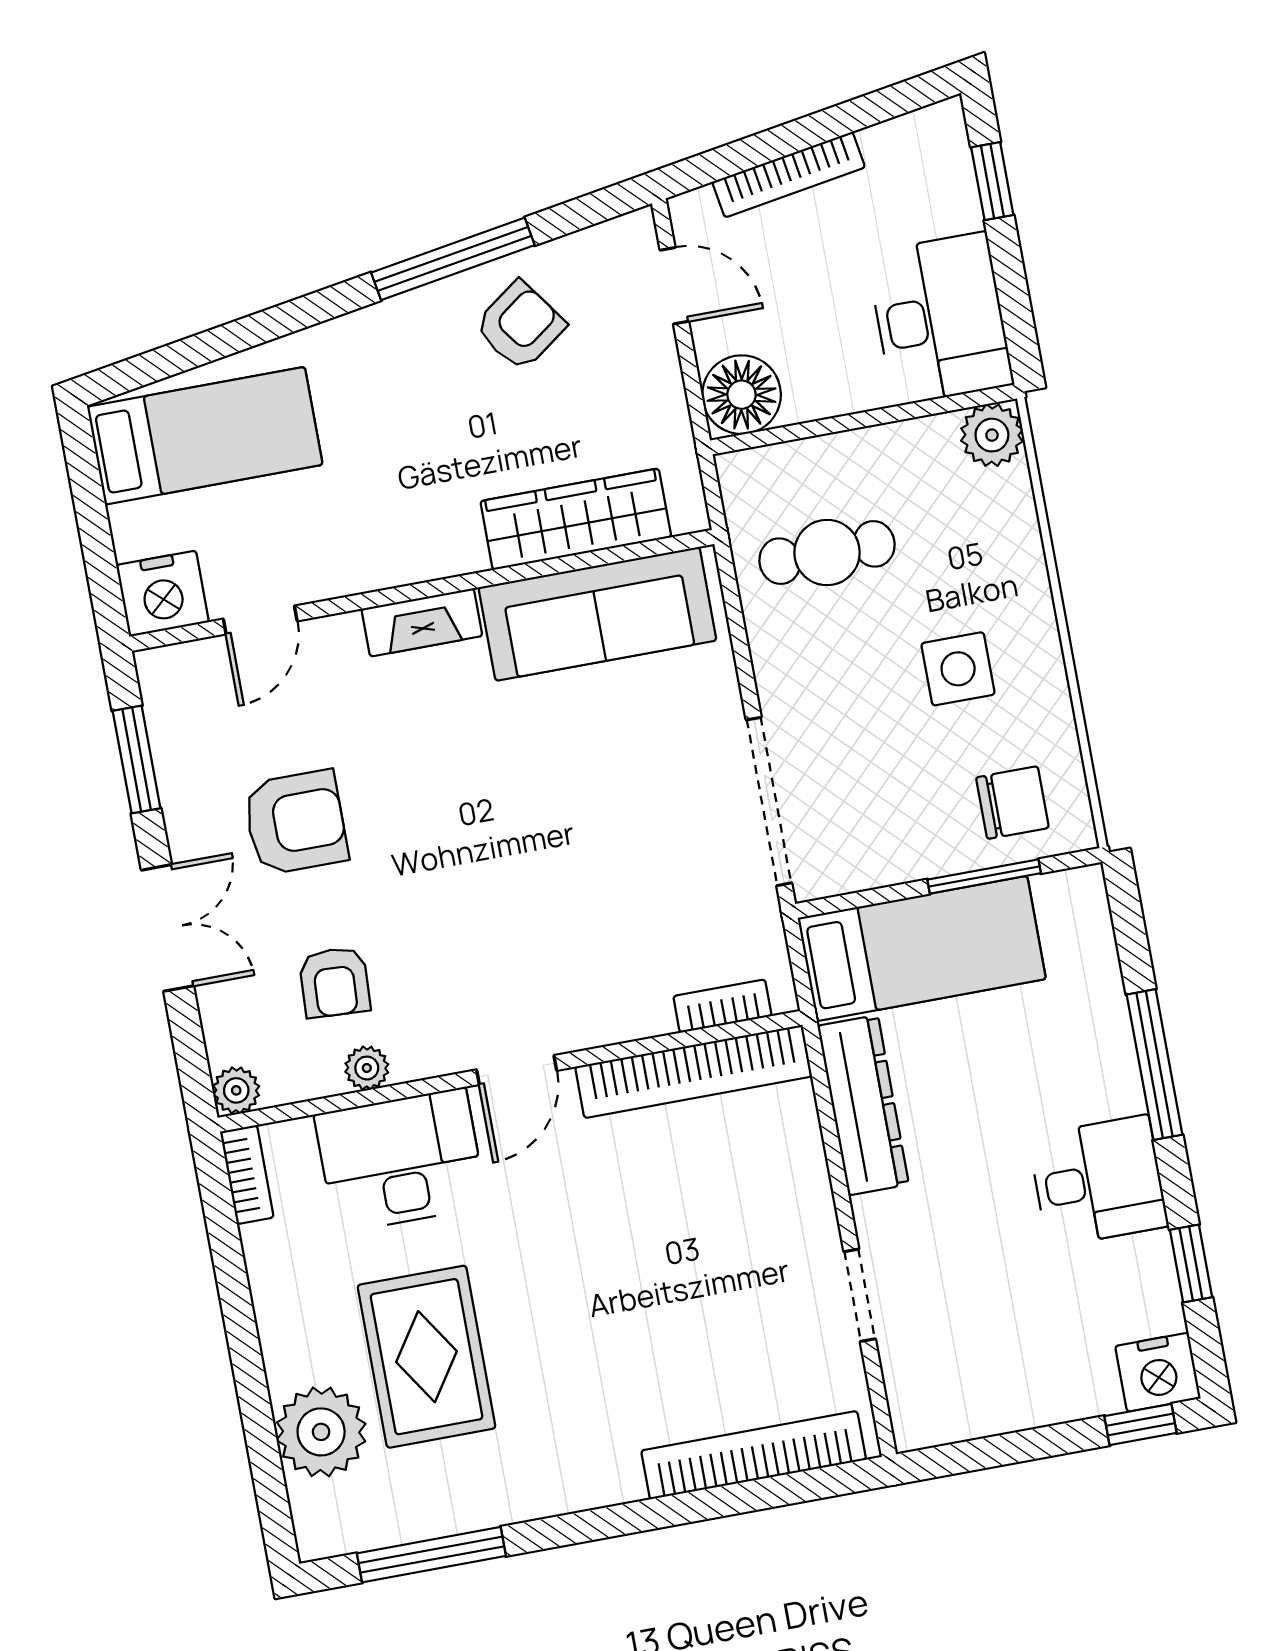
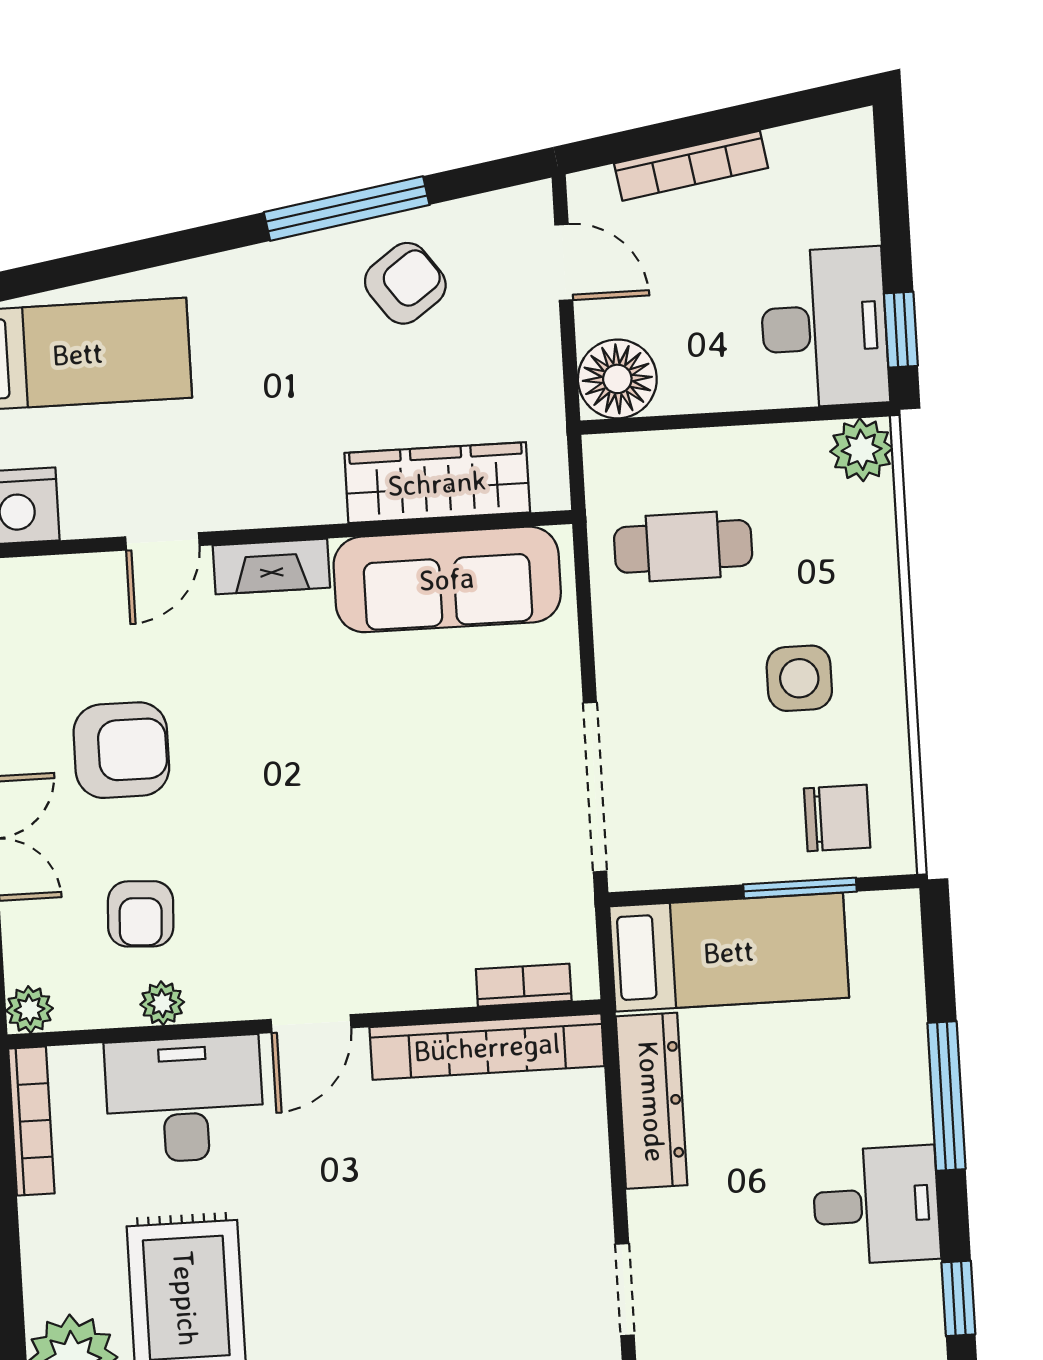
window: (992, 181) -> (901, 330), moved
door: (260, 620) -> (162, 541), moved
bookcase: (247, 1175) -> (31, 1121), width x1.56

